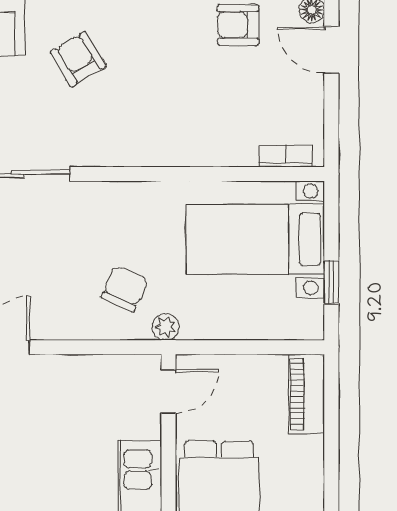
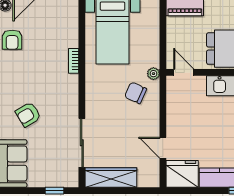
bookcase: (286, 156) -> (74, 61), moved

